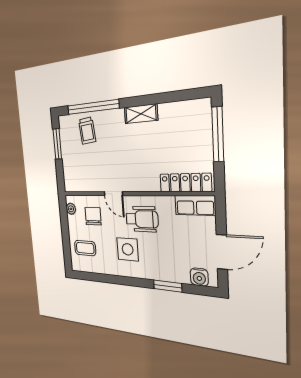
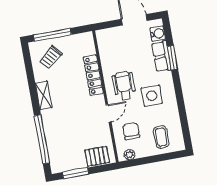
trolley: (87, 131) -> (51, 57), moved, turned 146
pallet: (72, 172) -> (97, 156), added
locker: (185, 183) -> (93, 75), moved
row of seats: (195, 205) -> (161, 56), moved, turned 180
chair: (93, 216) -> (131, 131), turned 90

